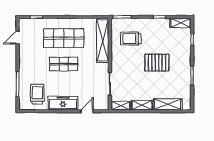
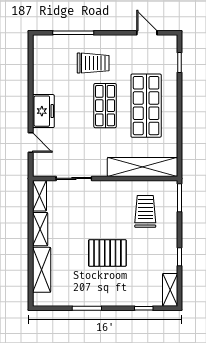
pallet: (157, 63) -> (107, 253), turned 90
trolley: (37, 94) -> (93, 63), moved
freezer: (63, 103) -> (43, 111), width x0.71

